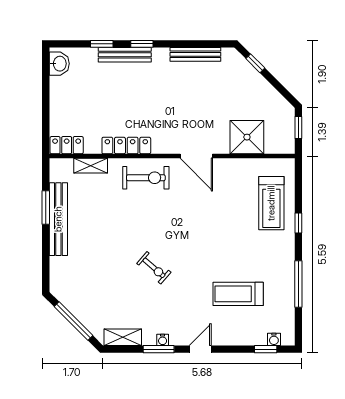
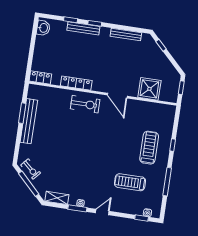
shelving: (91, 166) -> (53, 92), removed
treadmill: (271, 203) -> (149, 148), moved, turned 180
exercise bike: (154, 268) -> (31, 169), moved

